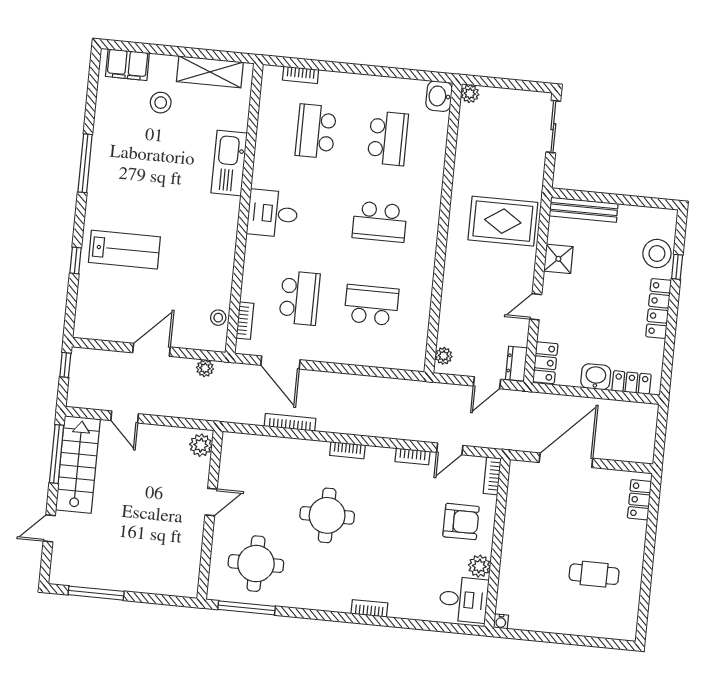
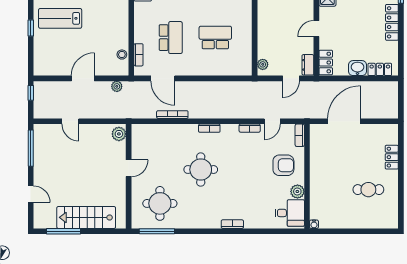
lab bench: (124, 250) -> (60, 18), turned 180
stairs: (78, 464) -> (86, 217), moved, turned -90
locker: (639, 500) -> (392, 157), moved
door: (49, 528) -> (31, 194), swing flipped

